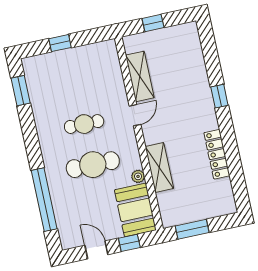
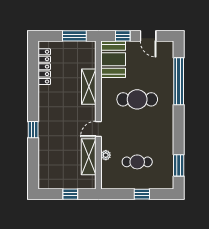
cafe table: (84, 124) -> (137, 162), moved
locker: (217, 154) -> (44, 67), moved
plant: (138, 176) -> (106, 155), moved

